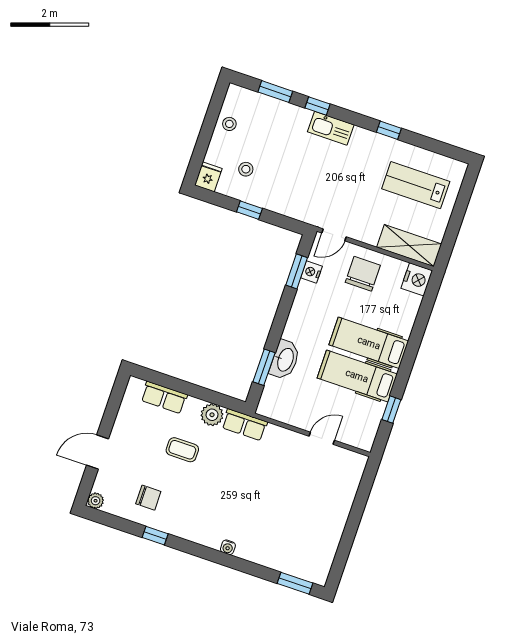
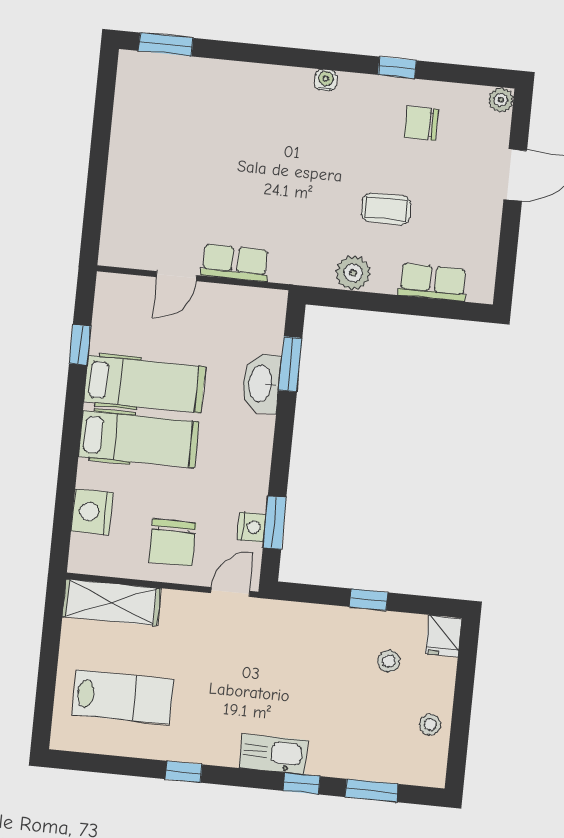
nightstand: (417, 279) -> (92, 512), moved
row of seats: (245, 425) -> (235, 263), moved
water cooler: (228, 547) -> (326, 80), moved

